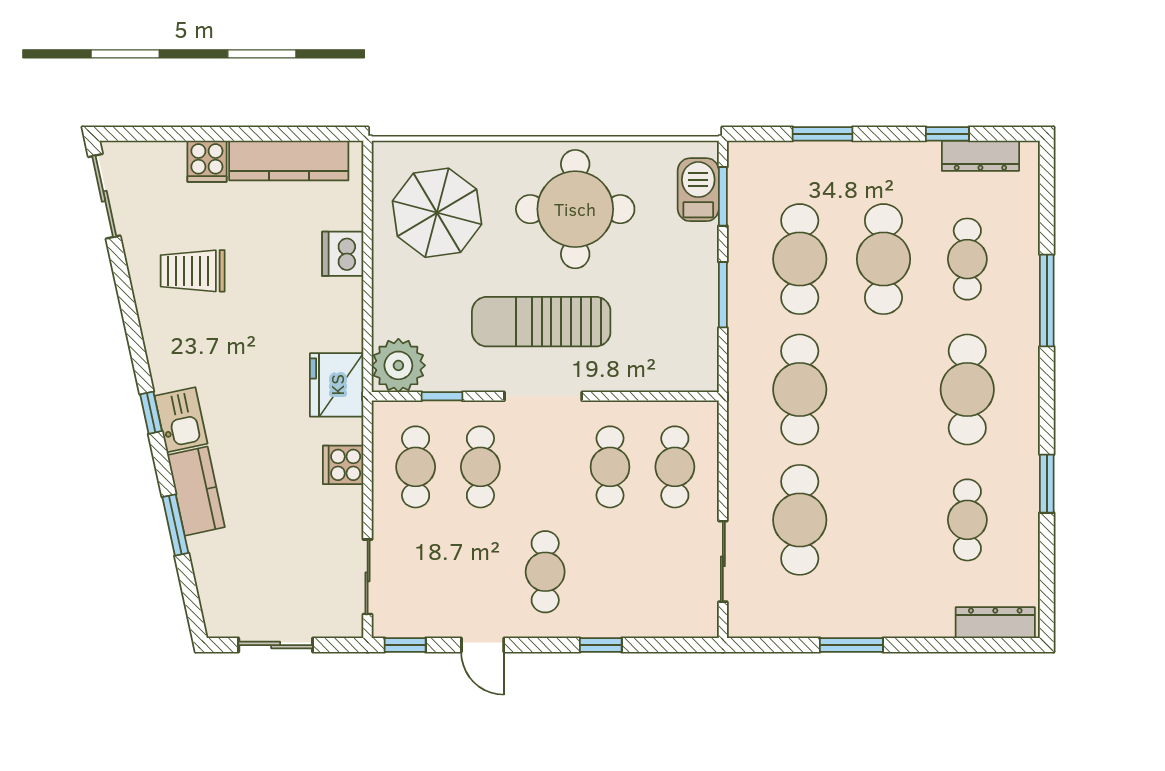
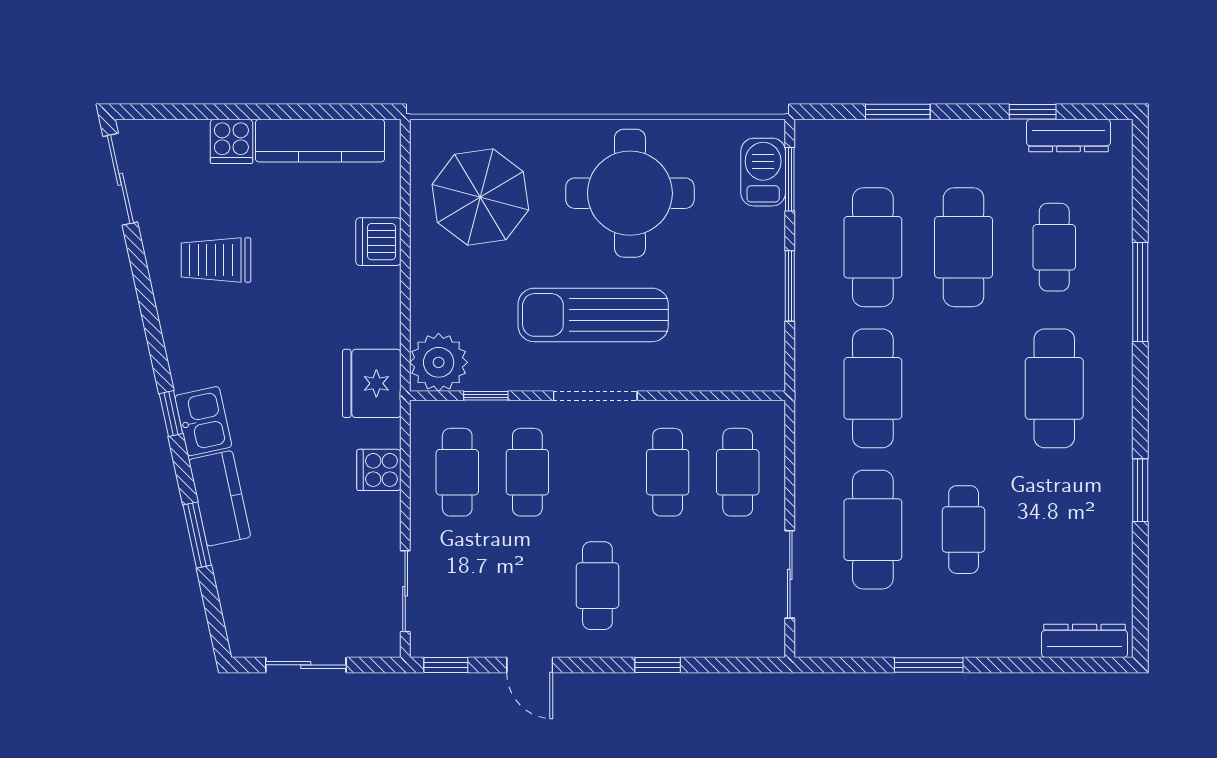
cafe table: (967, 520) -> (964, 530), moved

